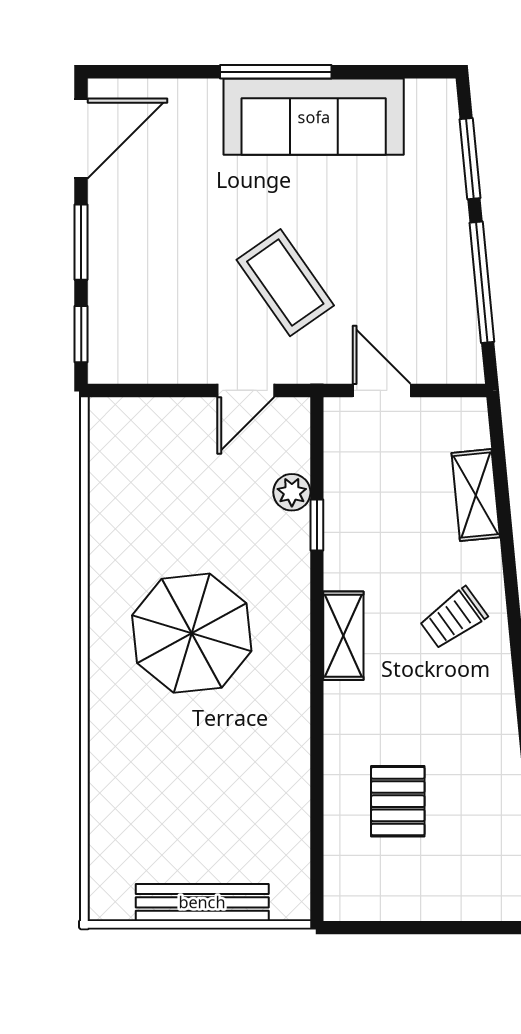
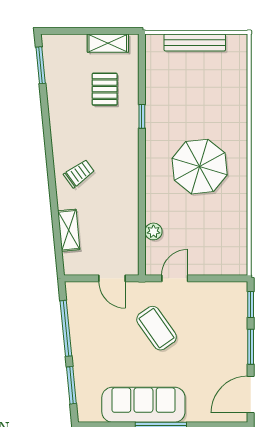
window: (317, 525) -> (142, 116), moved
shelving: (343, 636) -> (108, 43), moved, turned 90

